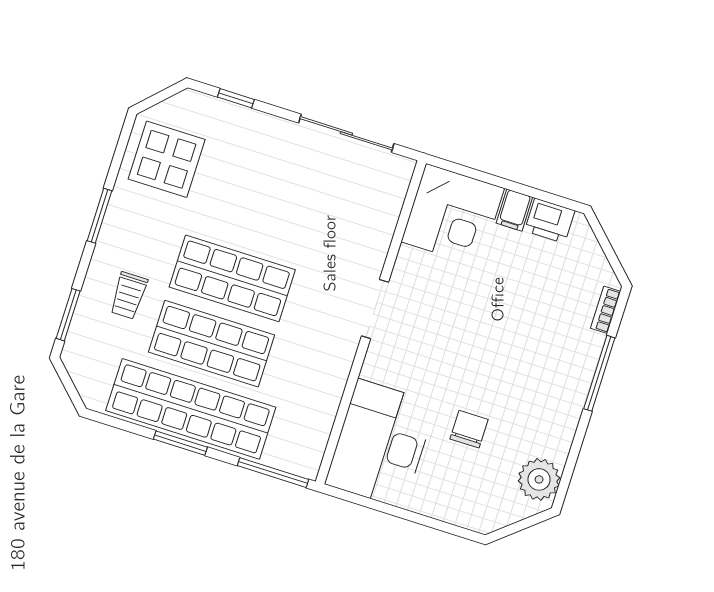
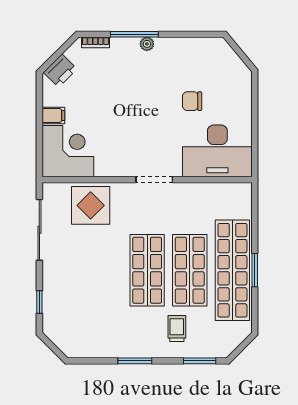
display table: (167, 159) -> (91, 205), moved
printer: (550, 221) -> (60, 71), moved, turned 45
trolley: (129, 295) -> (177, 329), turned -90
doorway: (375, 309) -> (154, 180), moved
window: (273, 473) -> (255, 209), removed
plant: (539, 479) -> (147, 44), moved, width x0.53, depth x0.53

